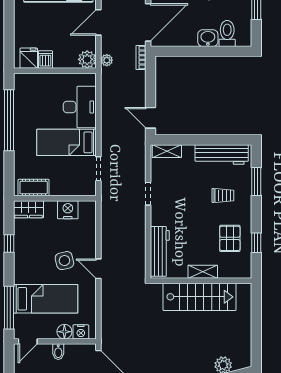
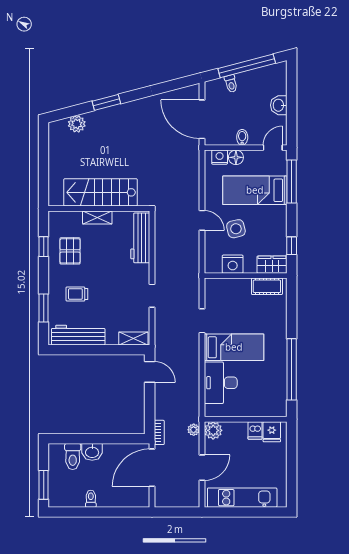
cot: (34, 188) -> (267, 286), moved
wall: (55, 198) -> (246, 276), moved
wardrobe: (29, 209) -> (272, 265), moved
nightstand: (68, 210) -> (233, 264), moved

